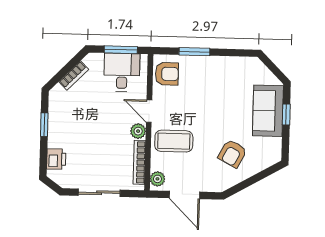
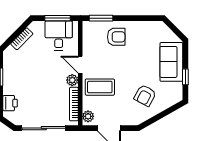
window: (194, 52) -> (101, 18), moved
armchair: (167, 74) -> (116, 37), moved
window: (286, 114) -> (185, 77), moved
sliding door: (99, 193) -> (44, 128), width x1.37

